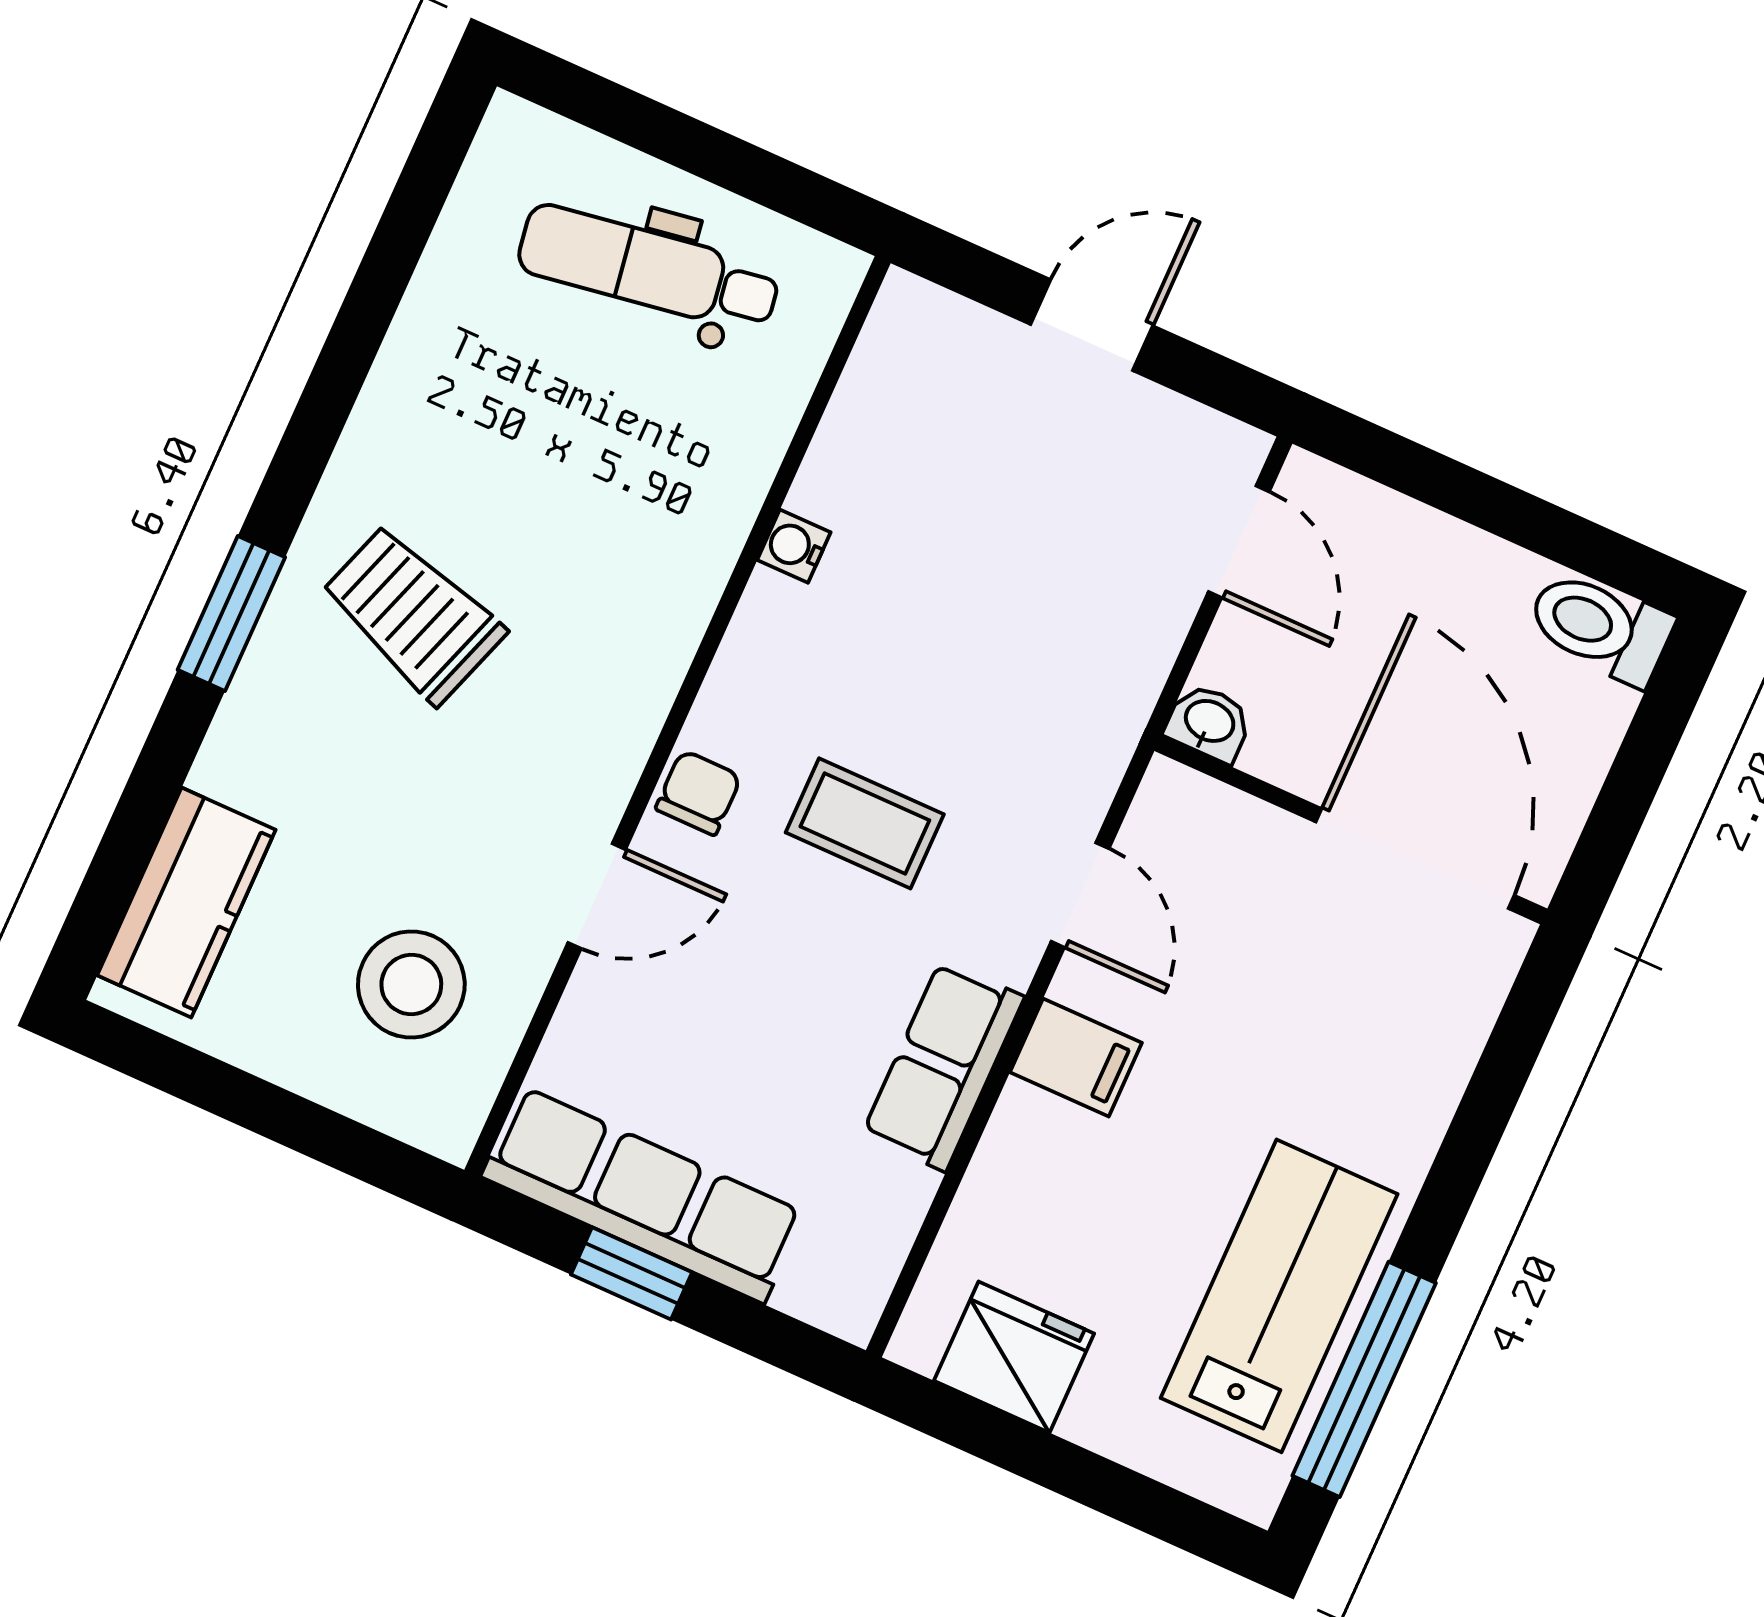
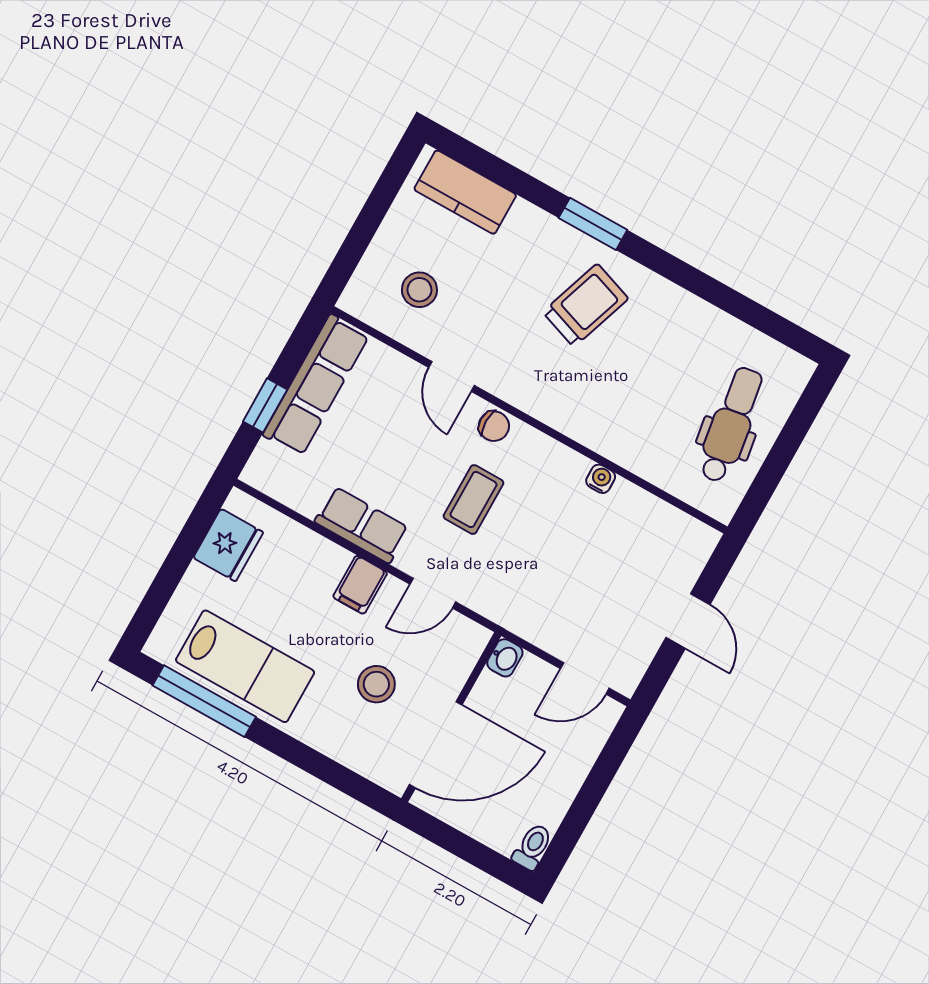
toilet: (1600, 627) -> (532, 847), width x0.73, depth x0.72
stool: (411, 984) -> (419, 290), width x0.73, depth x0.73
stool: (1293, 1002) -> (376, 684), added
window: (632, 1273) -> (265, 405), moved

